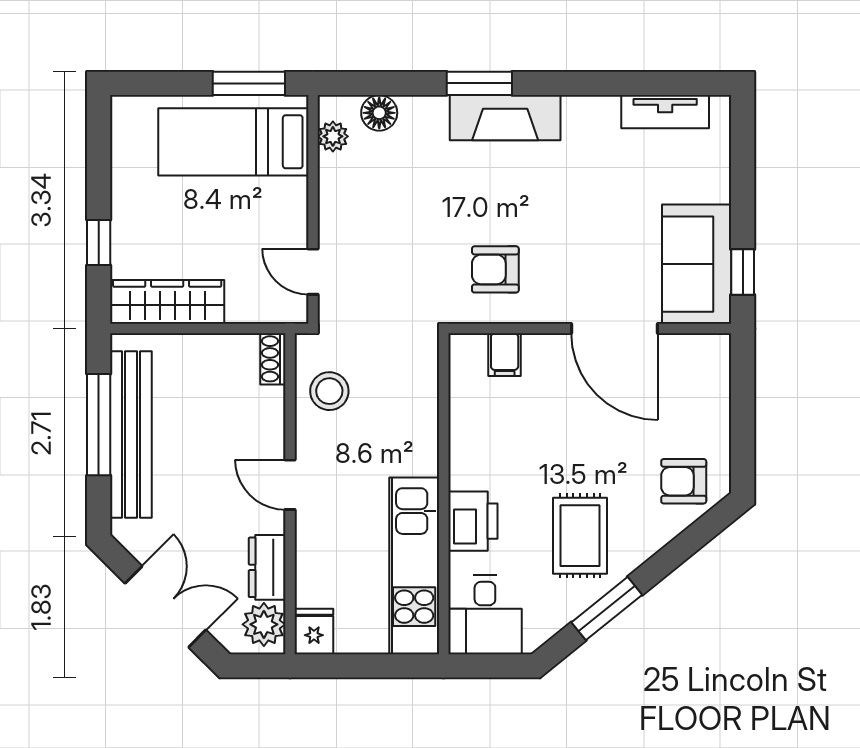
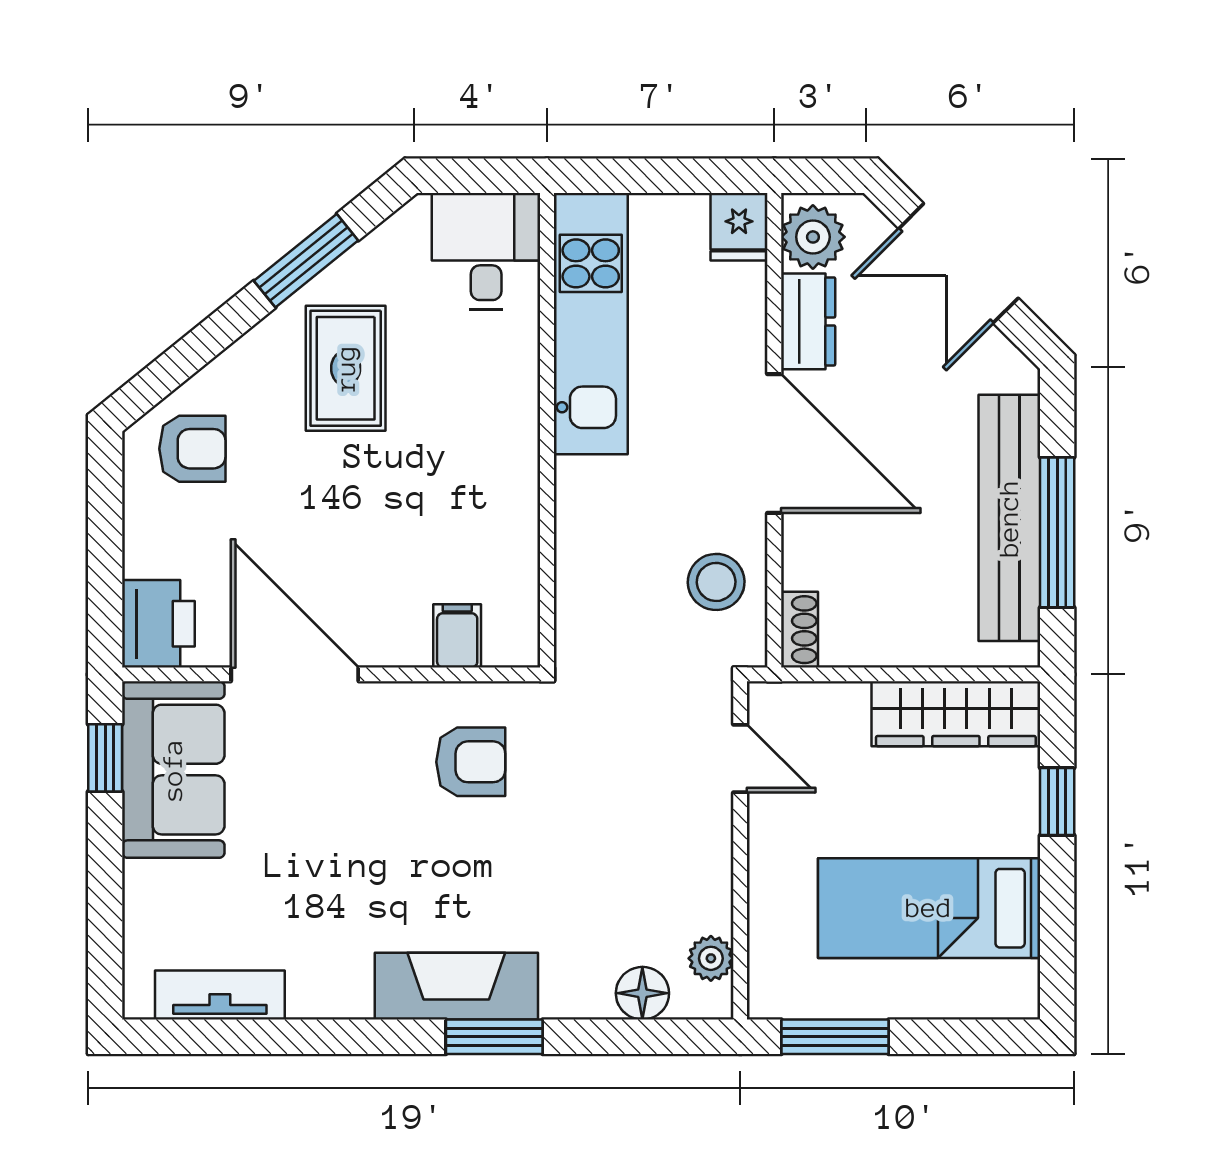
bed: (233, 142) -> (929, 908), moved, turned 180
door: (290, 485) -> (774, 444), width x1.88
printer: (473, 521) -> (158, 624), moved, turned 180

